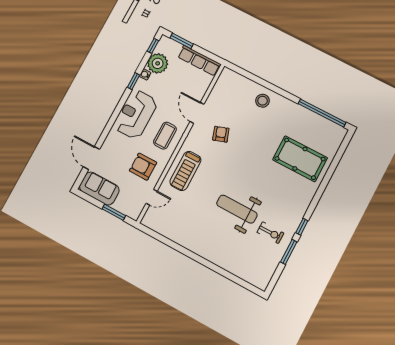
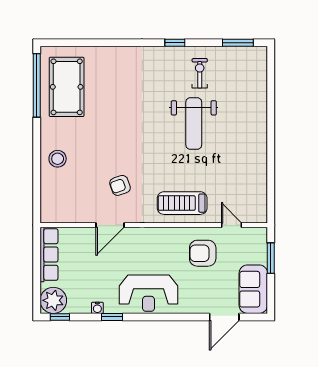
window: (182, 41) -> (37, 287), removed
plant: (158, 63) -> (53, 300), moved
coffee table: (165, 136) -> (155, 247), removed
pool table: (300, 159) -> (67, 87), moved
armchair: (143, 167) -> (203, 253), turned 90
treadmill: (185, 171) -> (182, 203), turned 180
window: (289, 252) -> (238, 43), moved

